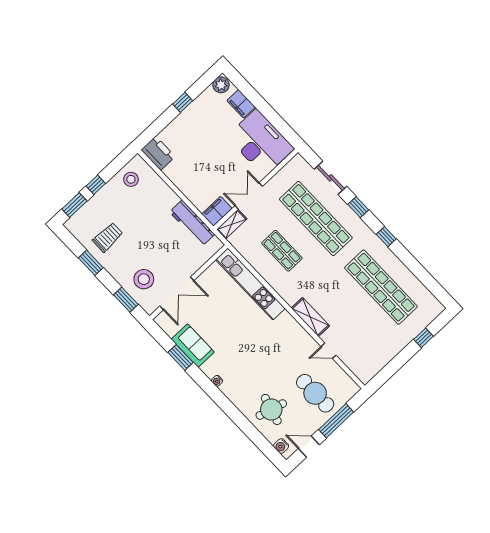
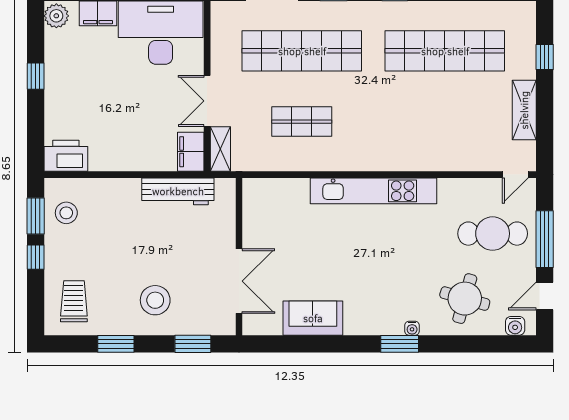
window: (74, 205) -> (36, 216), moved
trolley: (108, 237) -> (74, 301), moved
stool: (144, 279) -> (155, 300), moved
kitchen unit: (250, 284) -> (374, 191), moved
shelving: (310, 317) -> (524, 110), moved, turned 90
door: (329, 351) -> (515, 175), moved
window: (180, 357) -> (400, 344), moved
water cooler: (217, 381) -> (412, 328), moved

